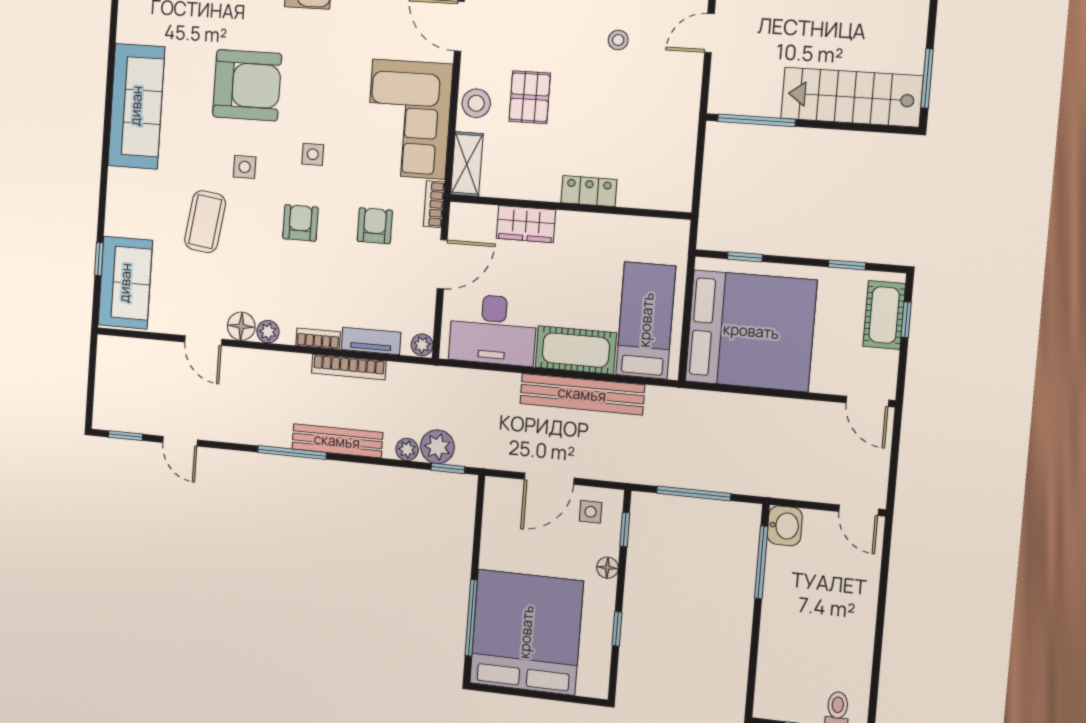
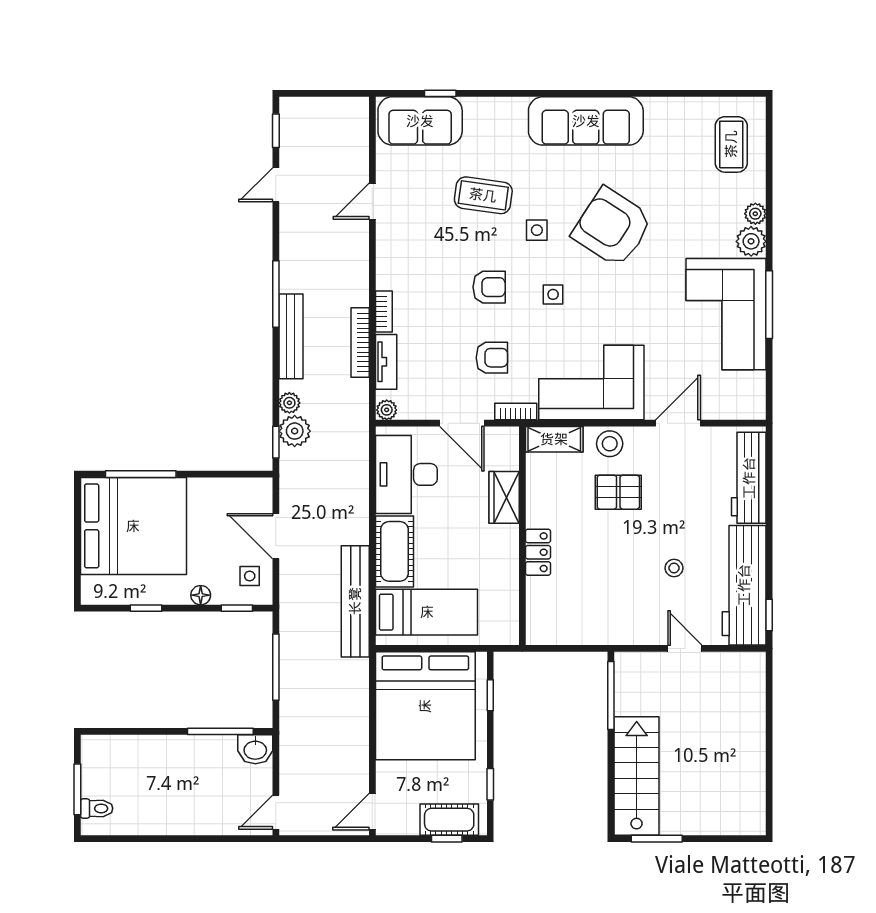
armchair: (247, 85) -> (612, 227), turned 123
floor lamp: (241, 326) -> (389, 237), removed
plant: (268, 332) -> (386, 263), removed
bench: (582, 394) -> (355, 601), moved

